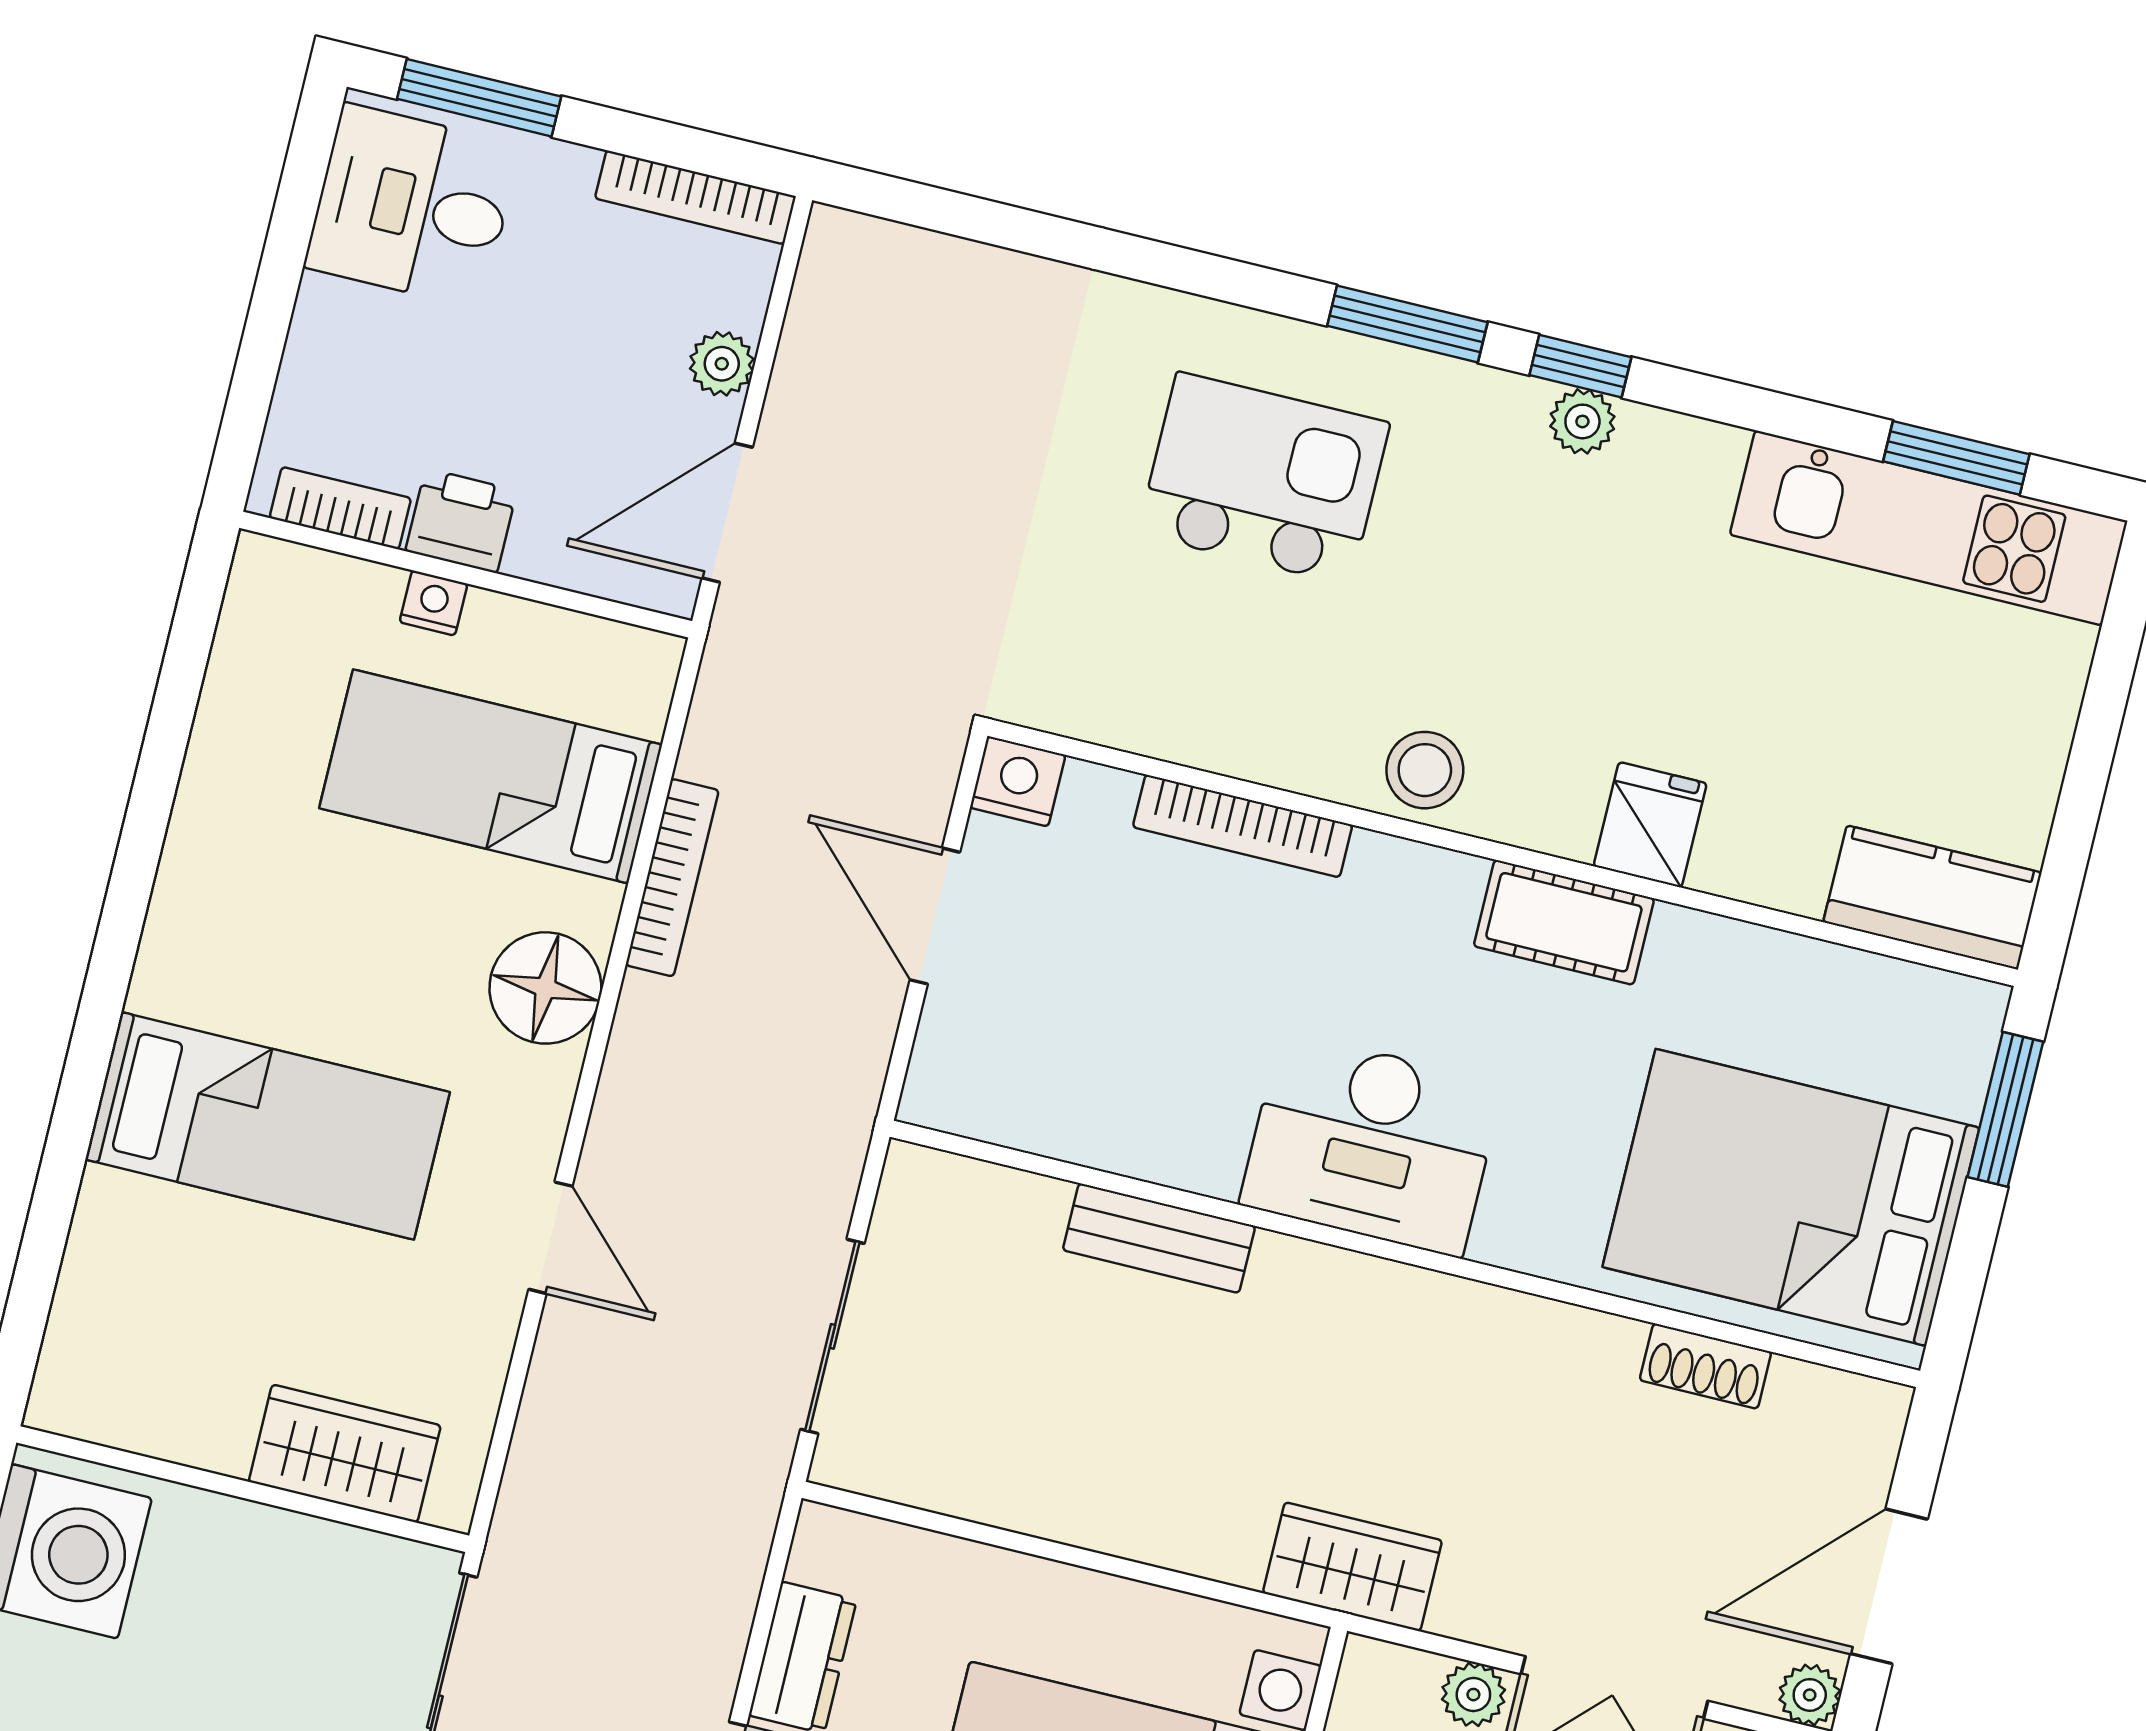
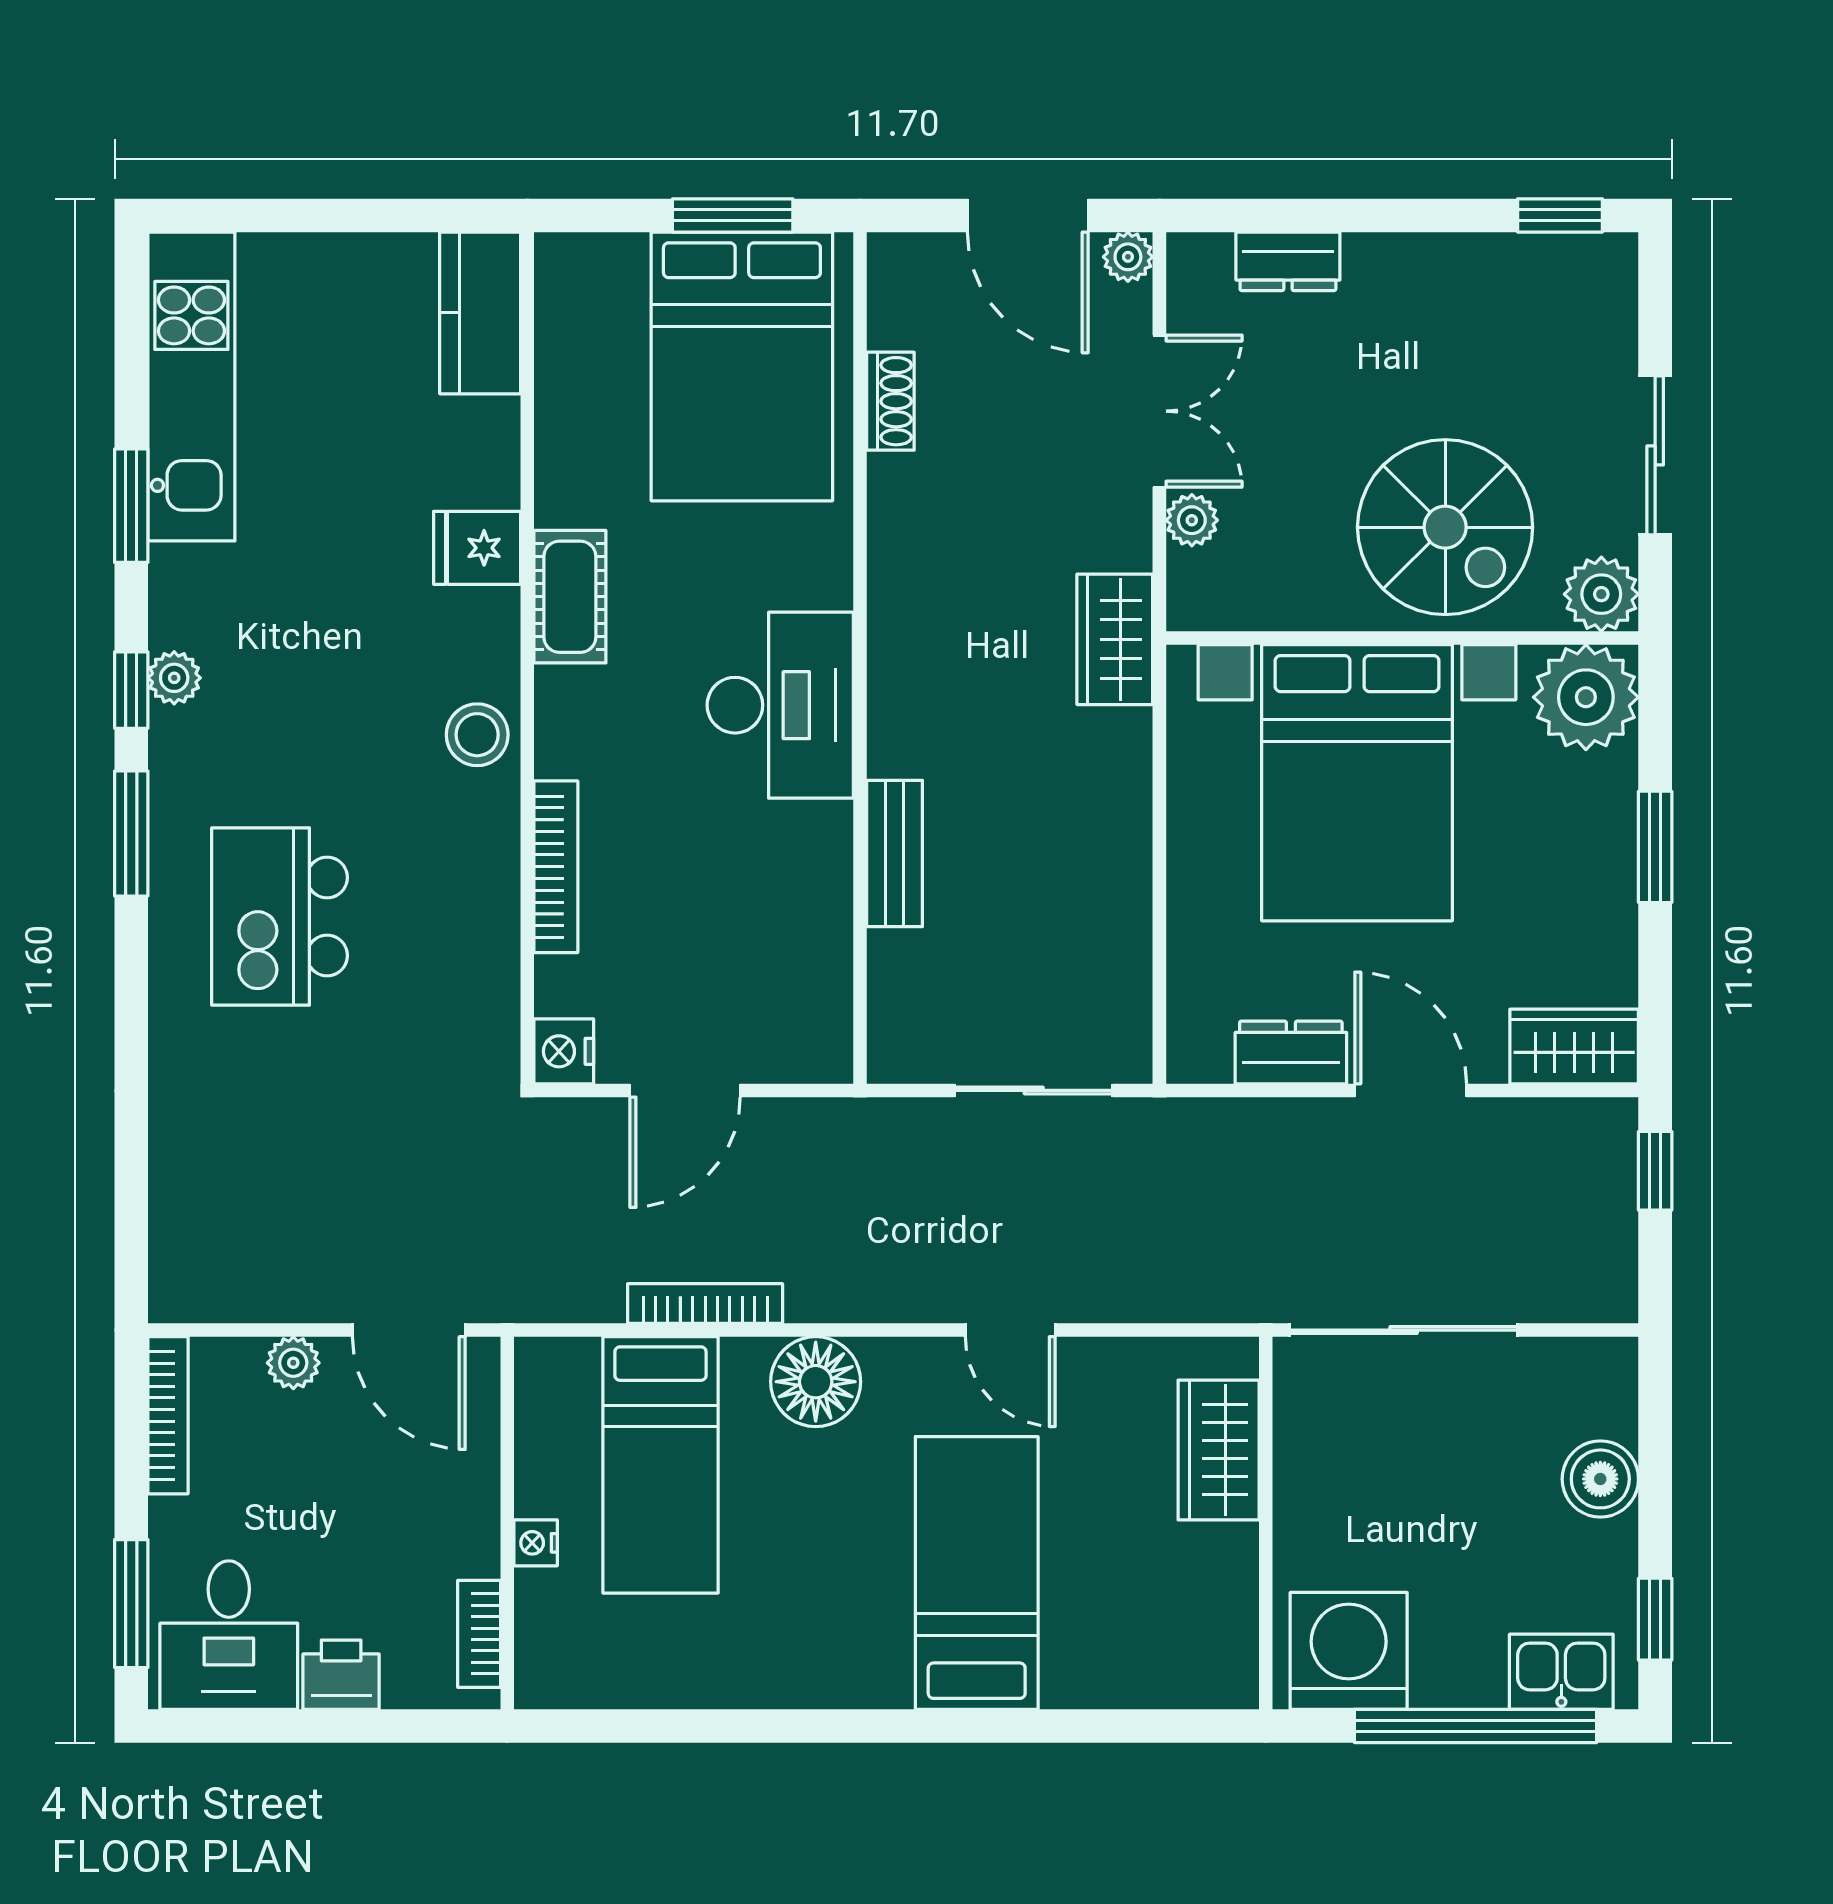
window: (1956, 458) -> (131, 506), moved
printer: (461, 521) -> (341, 1675), moved, turned 90
window: (2005, 1109) -> (733, 215), moved
door: (551, 1238) -> (1010, 1330), swing flipped

